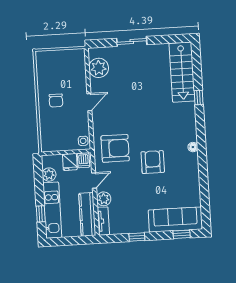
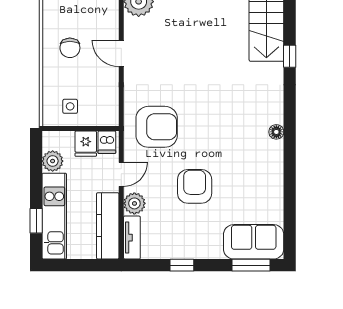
door: (89, 102) -> (121, 53), swing flipped
side table: (83, 141) -> (70, 106), moved
armchair: (153, 162) -> (195, 186), moved
sofa: (175, 220) -> (254, 242), width x0.73
window: (182, 234) -> (251, 265), width x1.50

